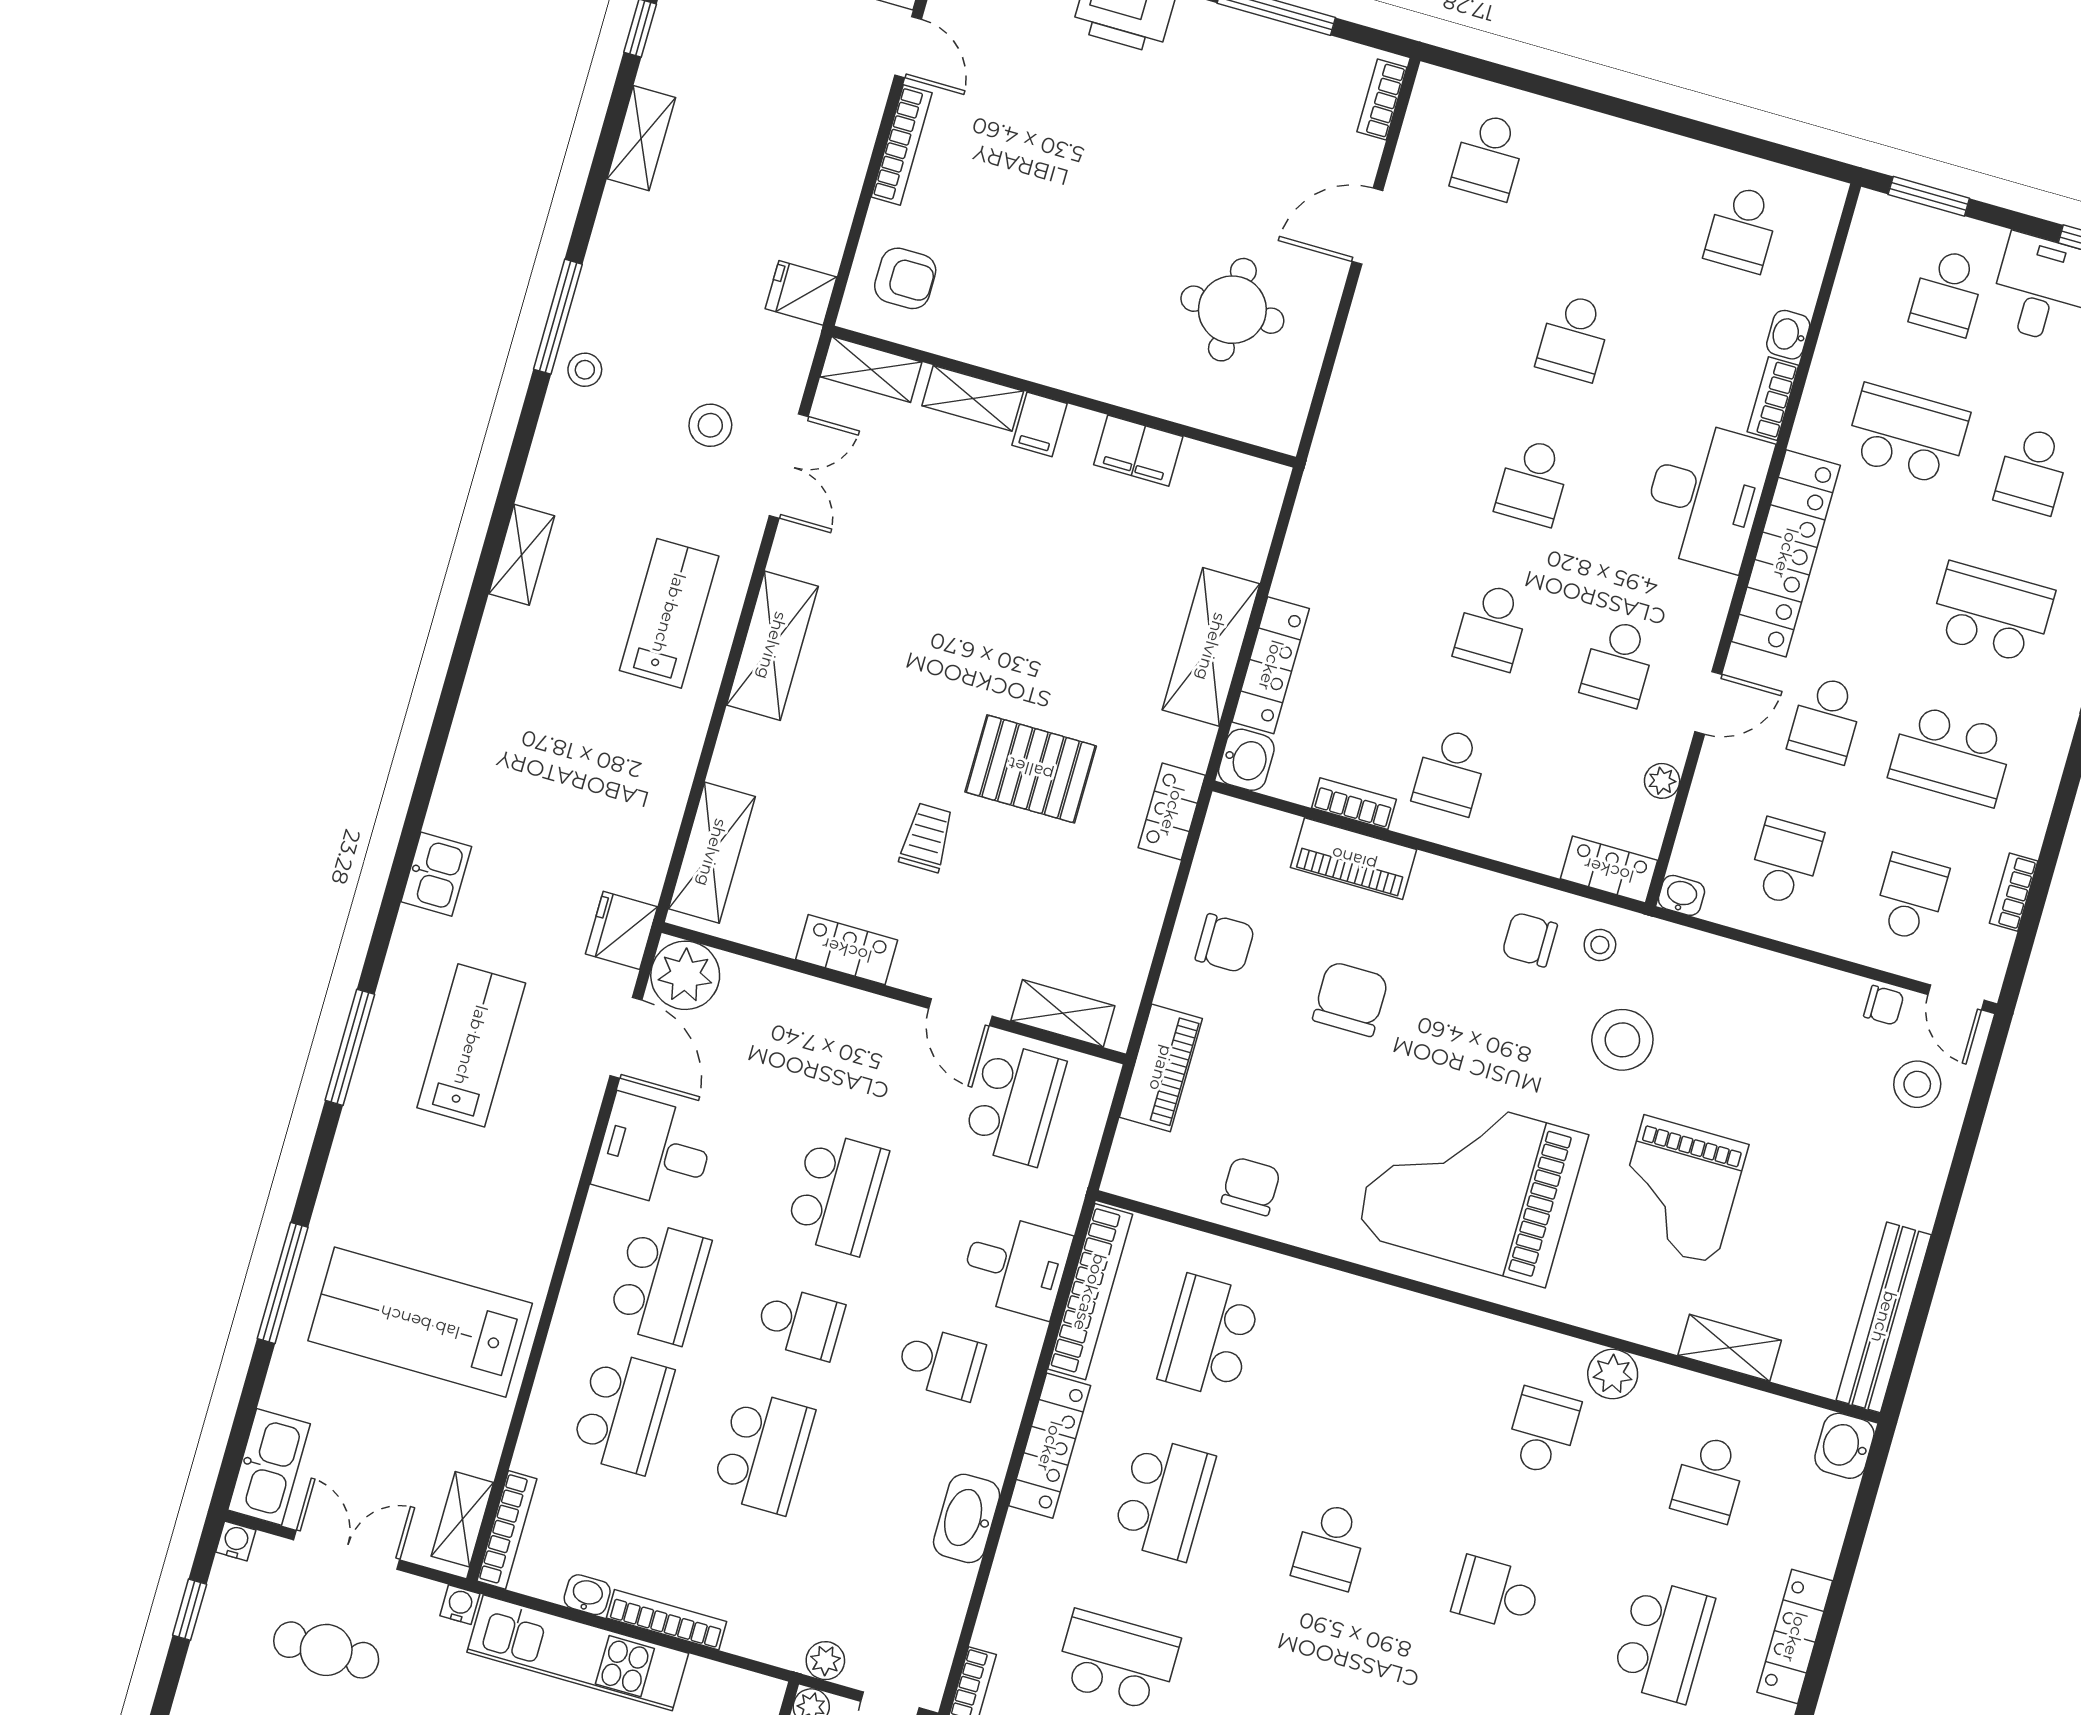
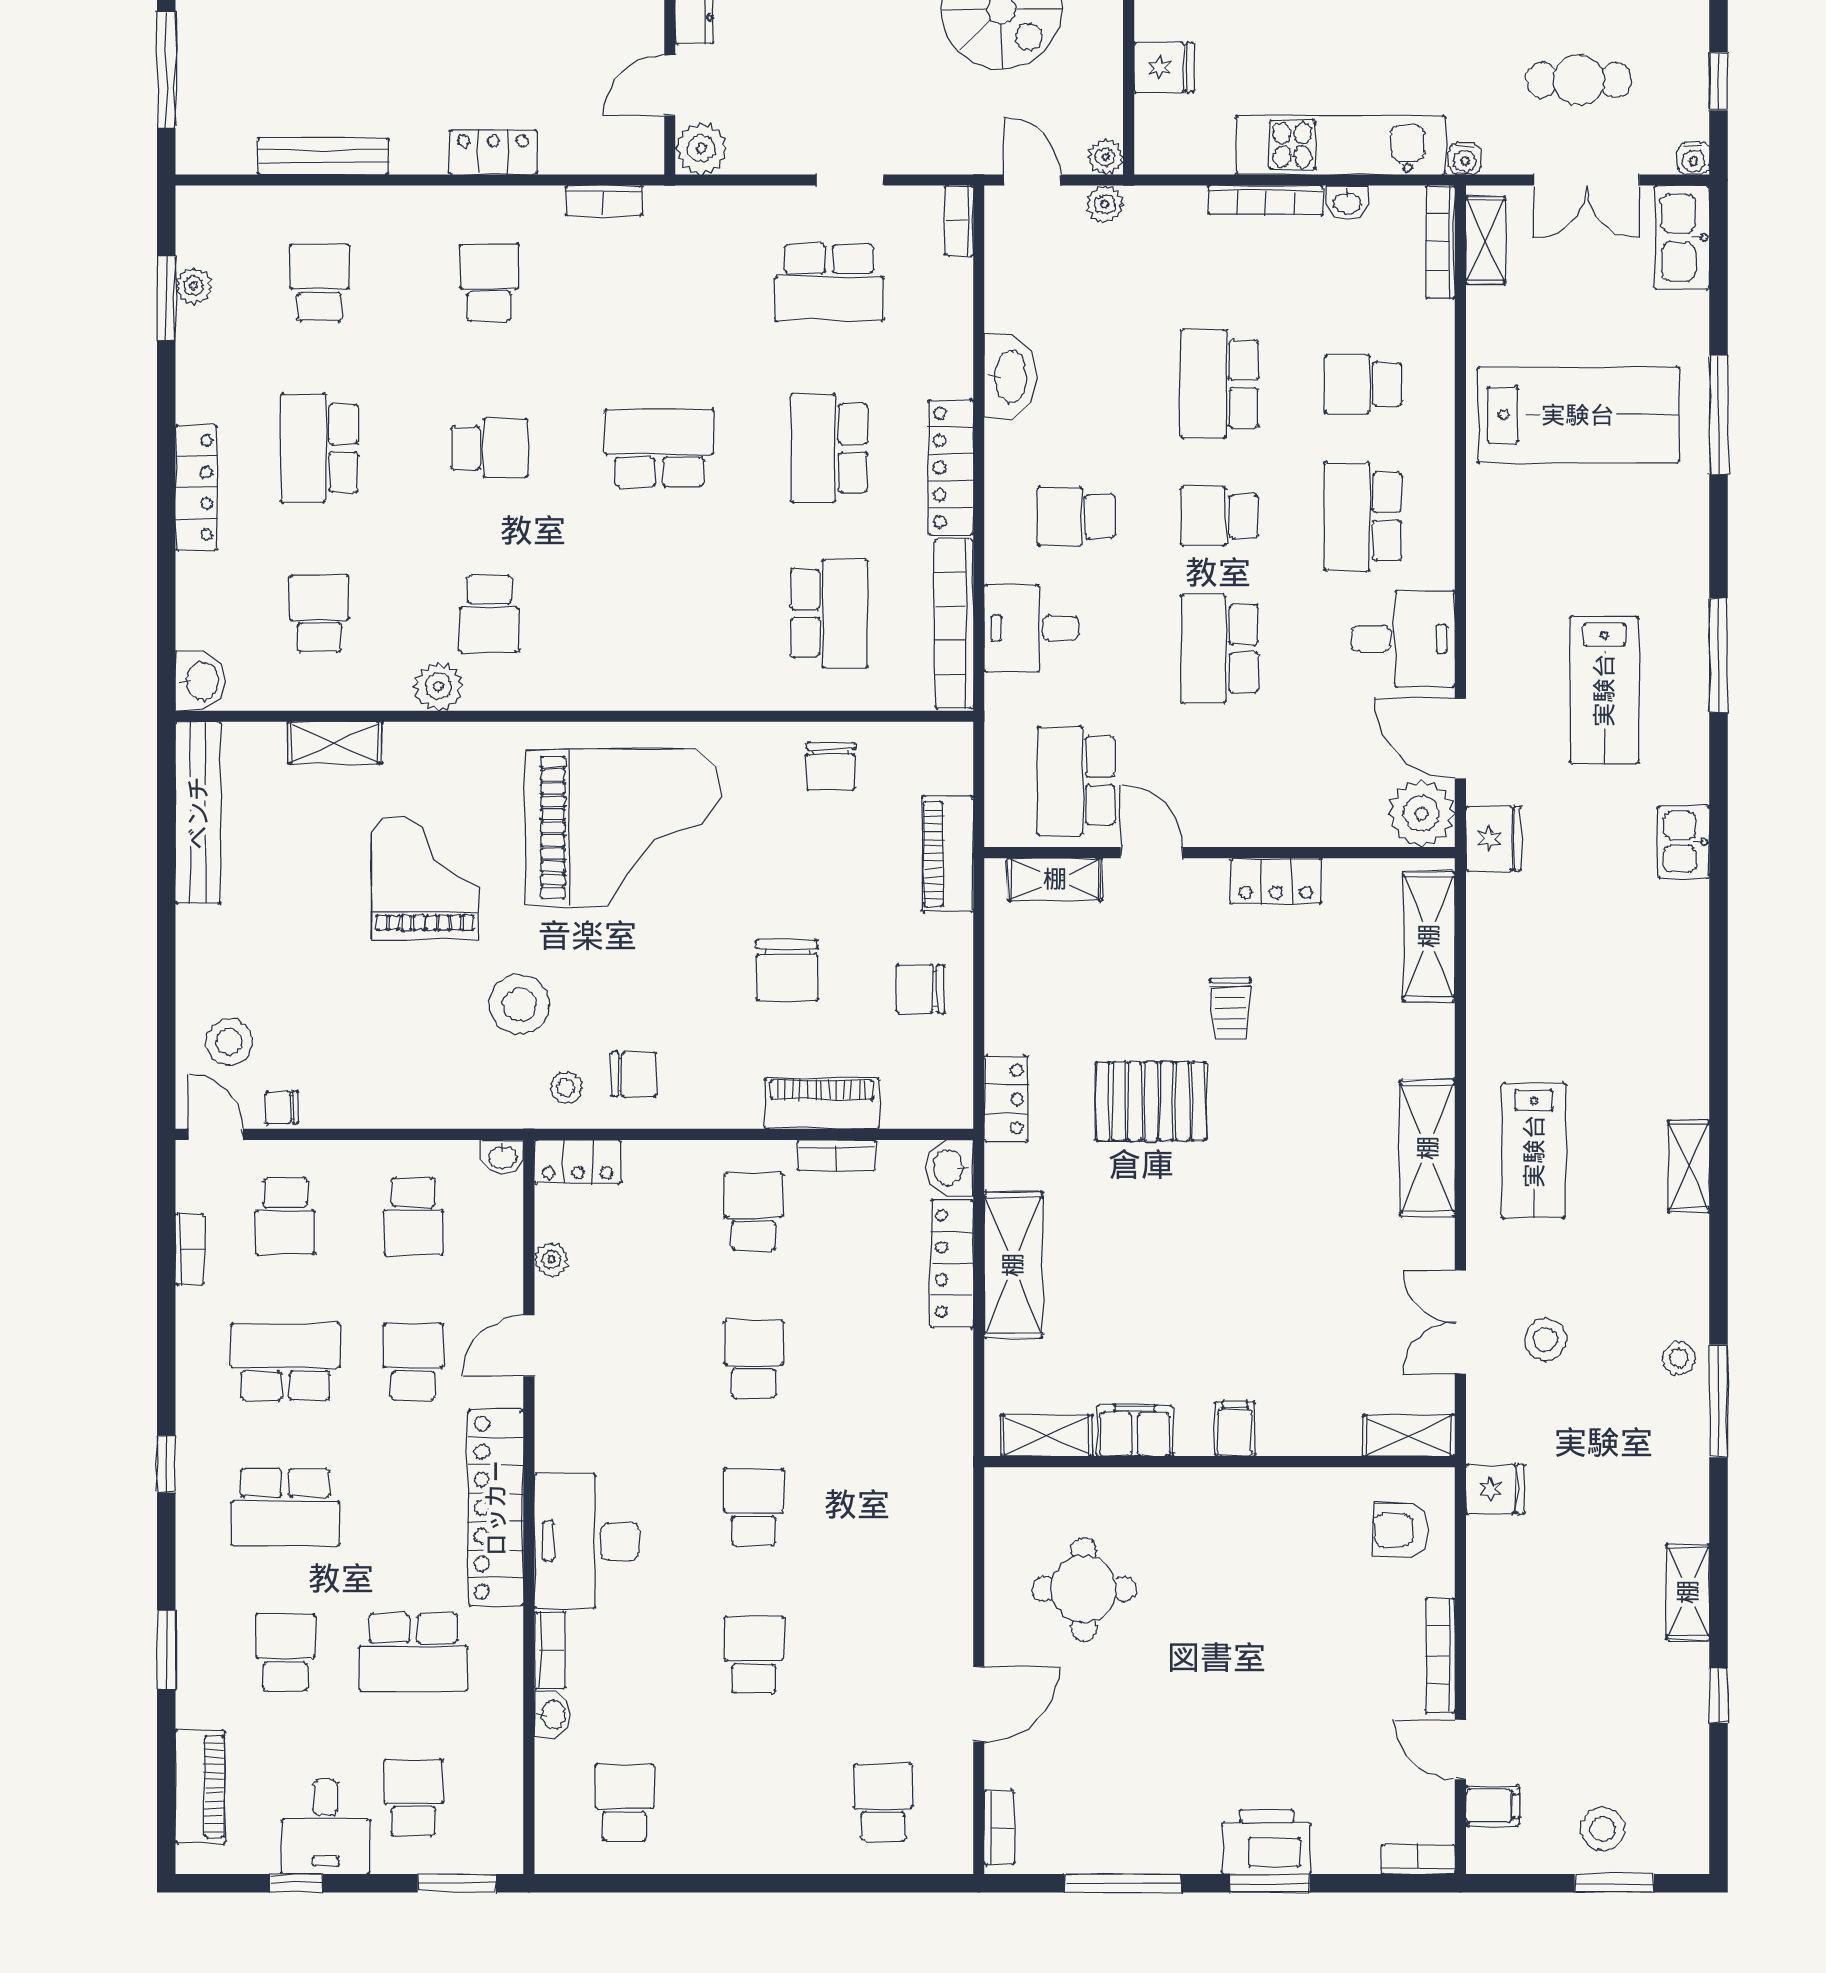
shelving: (973, 398) -> (1047, 1435), moved
school desk: (1618, 663) -> (624, 1359), removed
school desk: (622, 1412) -> (1363, 384), width x0.54
school desk: (1330, 1546) -> (659, 448), width x1.85

